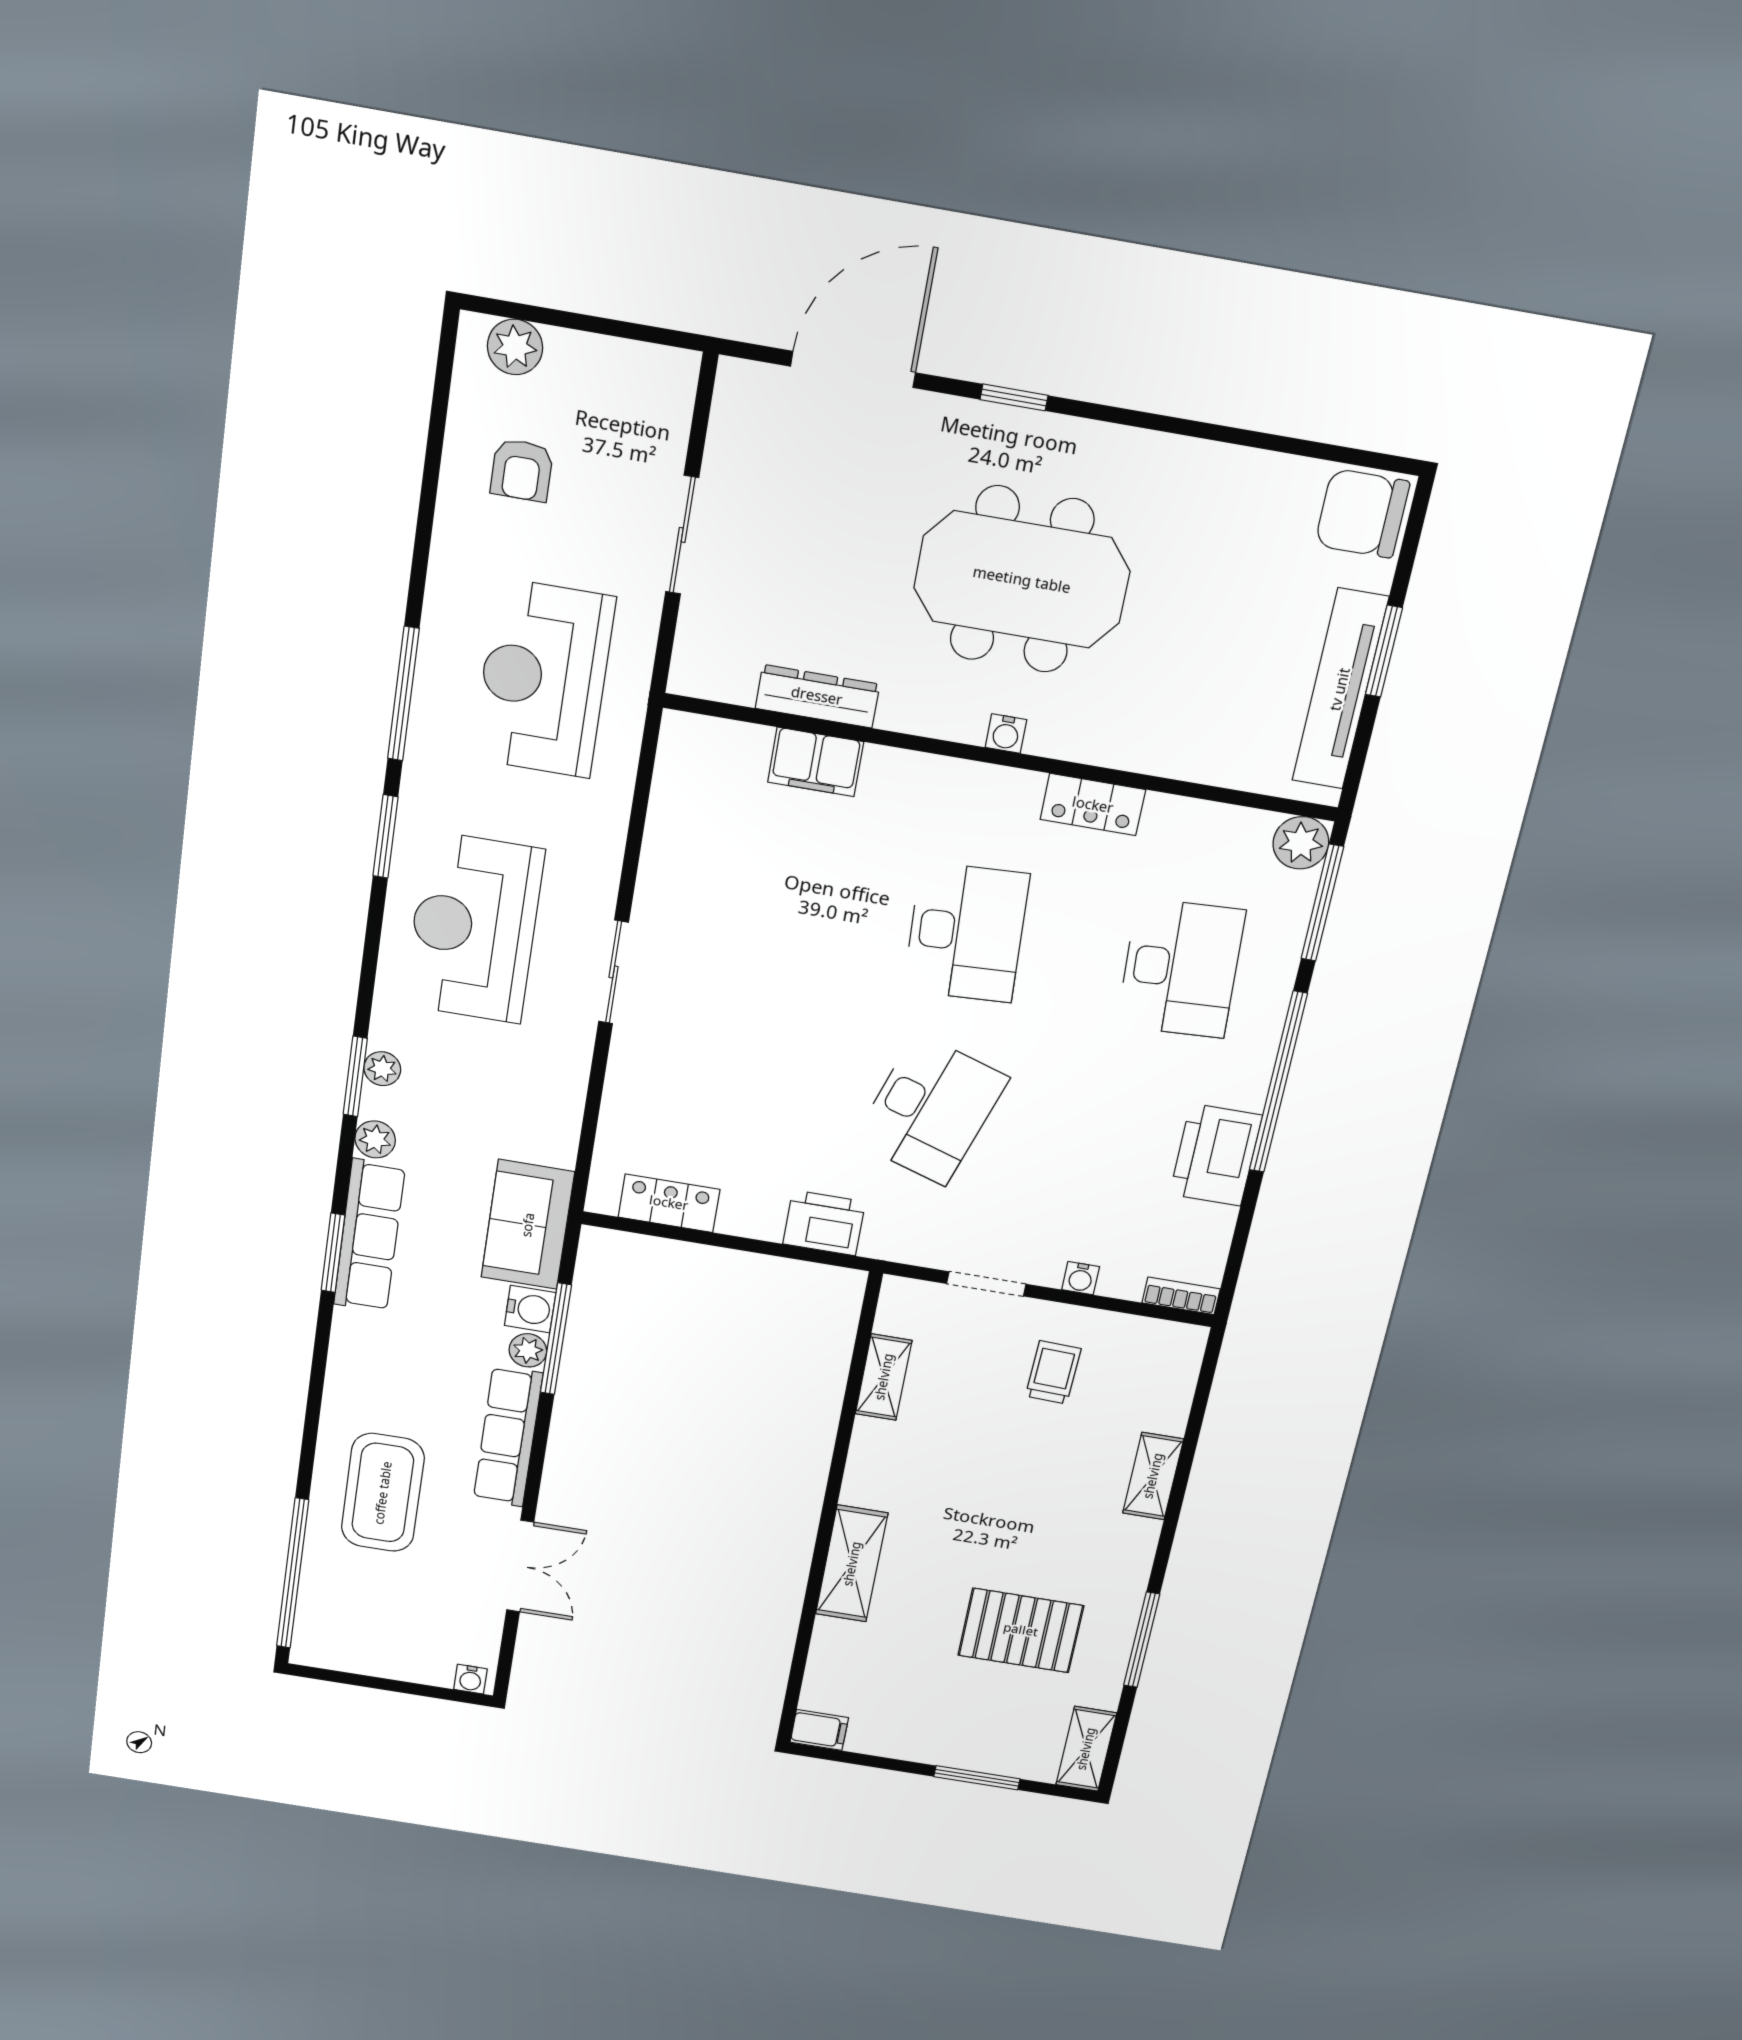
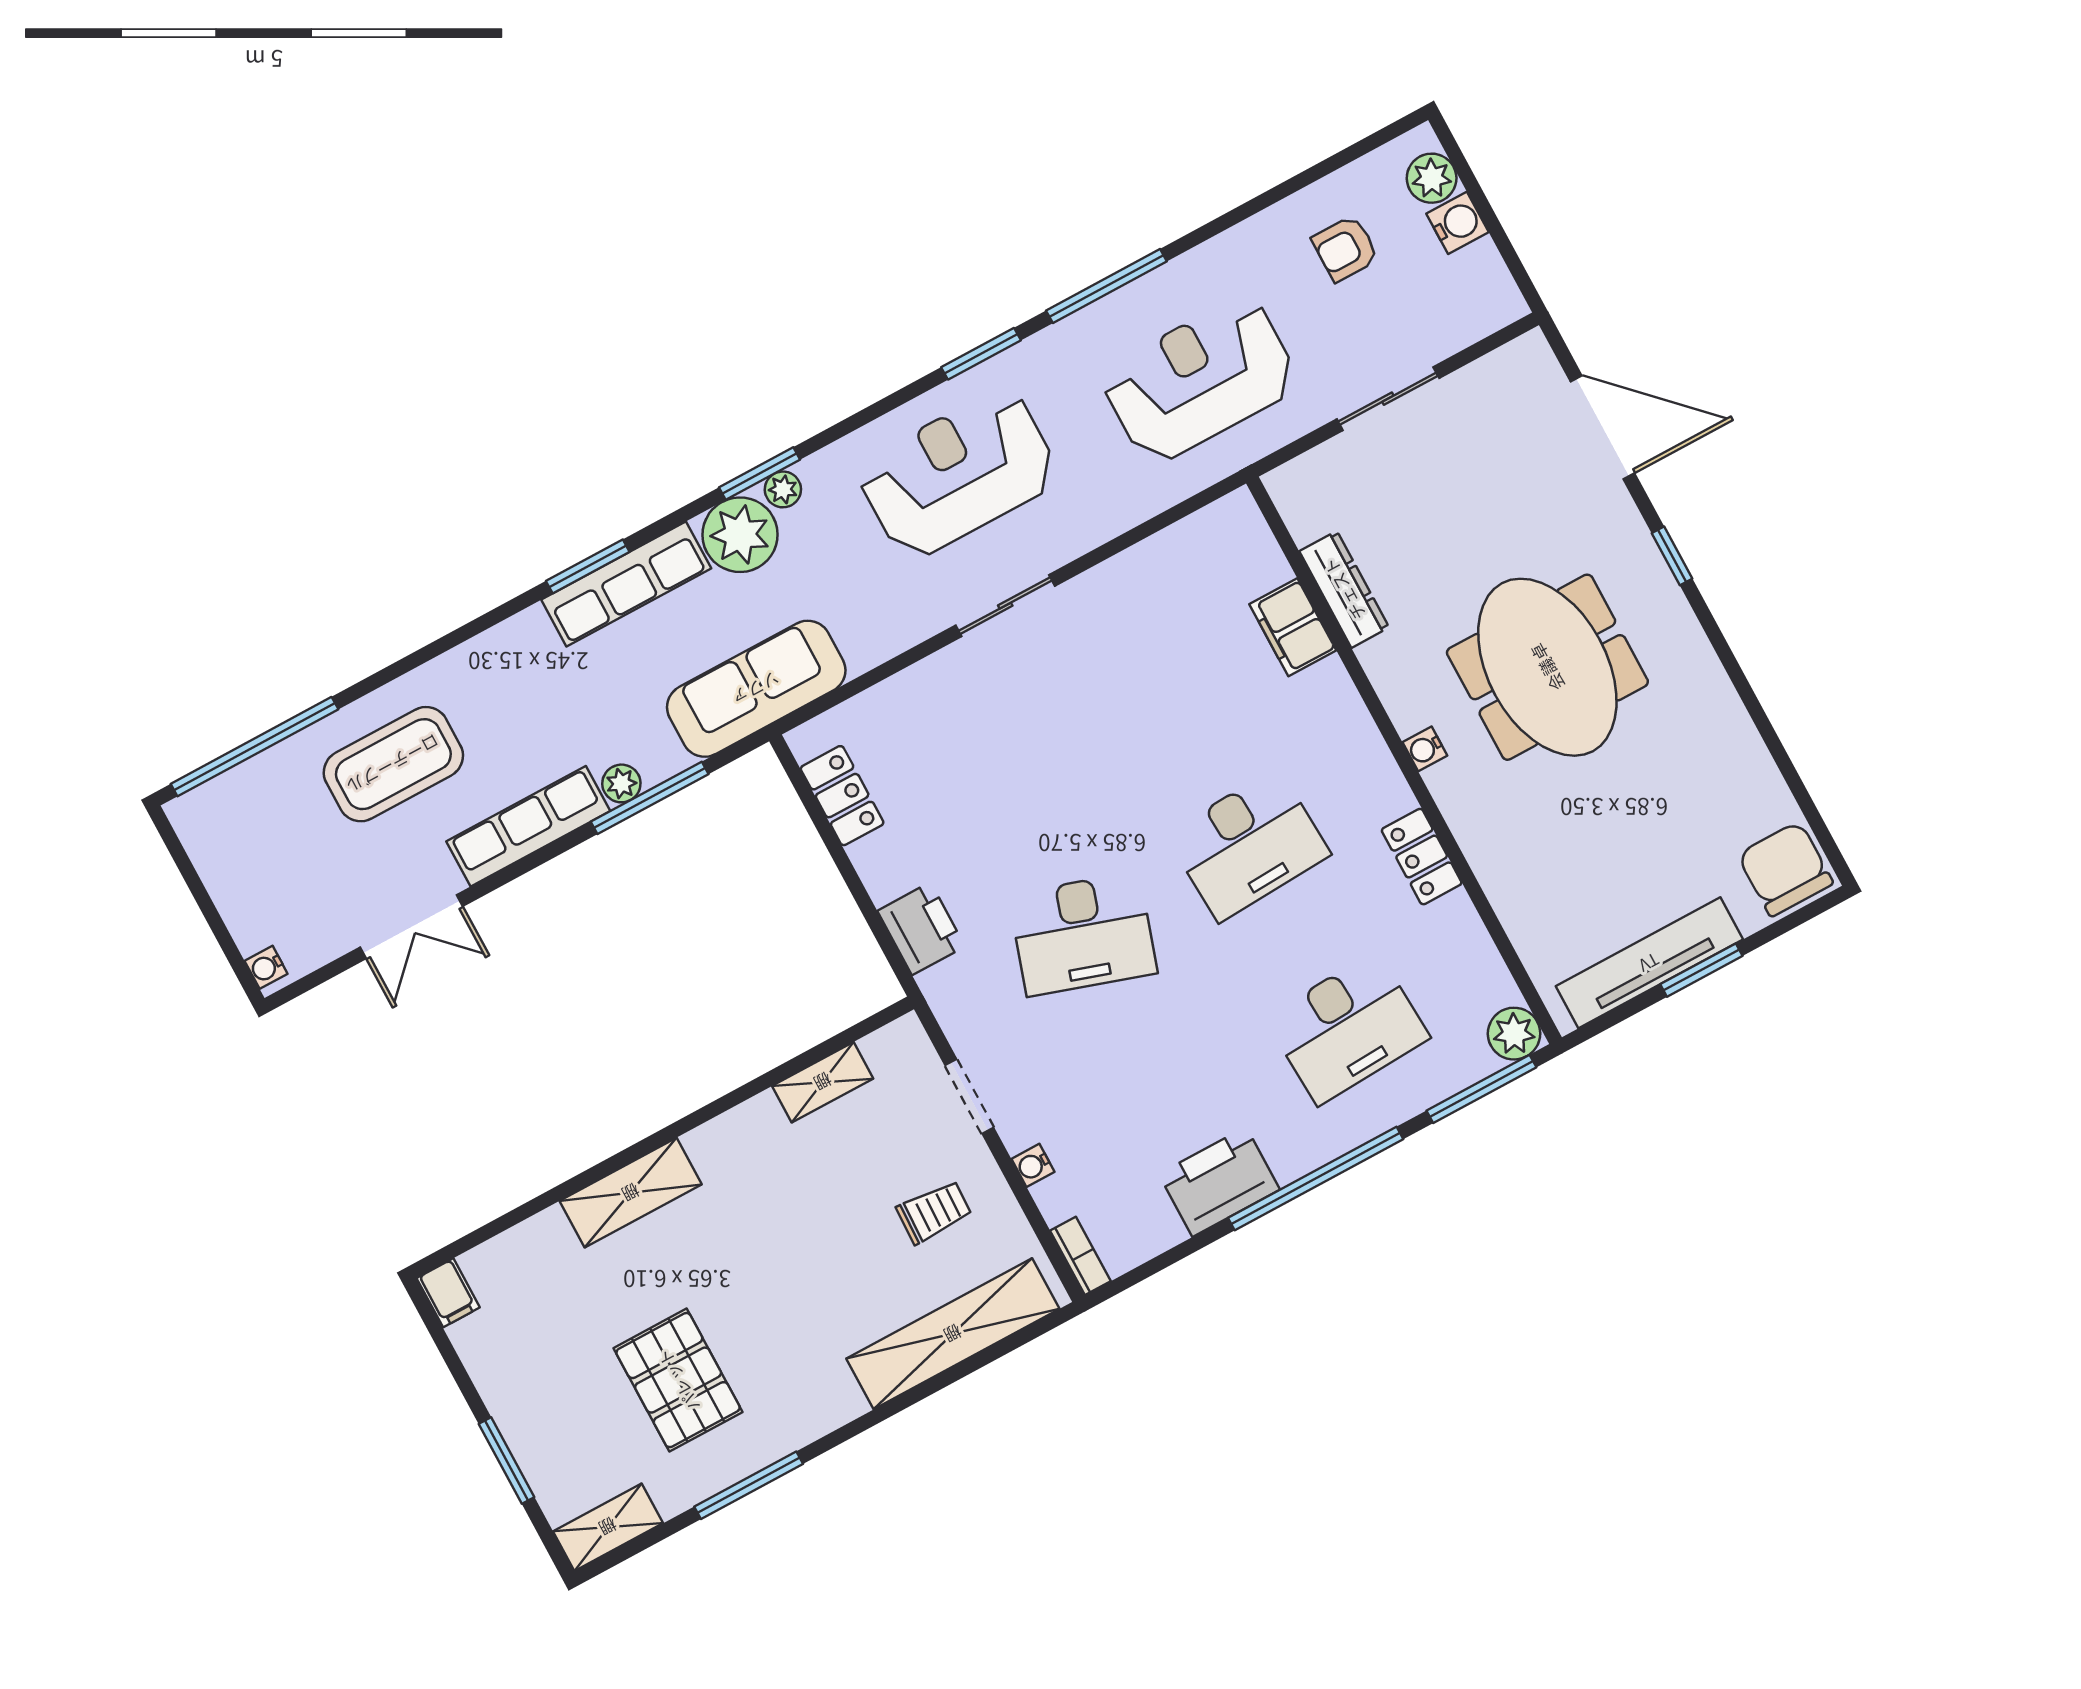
plant: (375, 1139) -> (740, 535), width x1.88, depth x1.88
sofa: (528, 1225) -> (756, 689), width x1.36
water cooler: (530, 1309) -> (1458, 223), moved, turned -90
shelving: (1153, 1476) -> (953, 1334), width x2.20, depth x1.33

